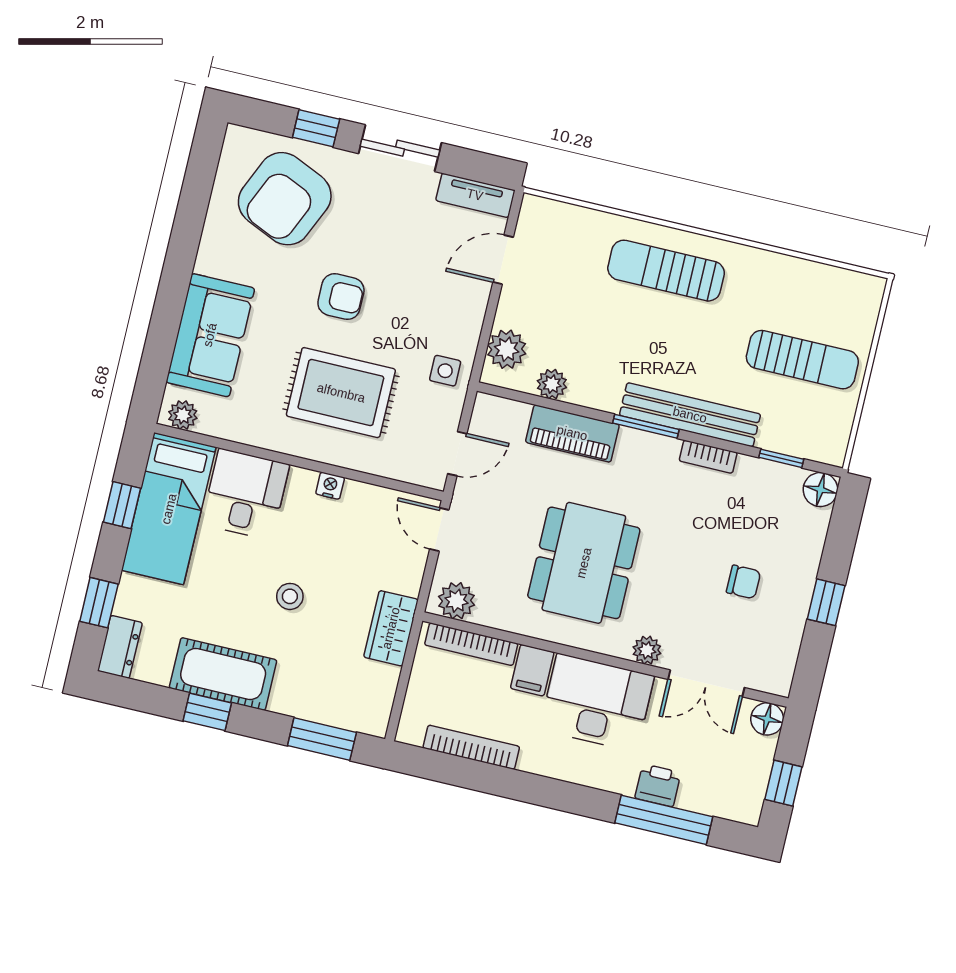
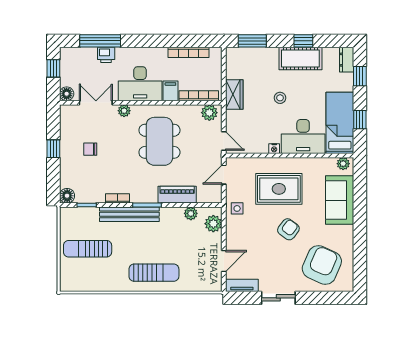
window: (316, 128) -> (316, 298), removed
armchair: (341, 297) -> (288, 229), turned 127
desk: (245, 494) -> (303, 136), width x1.37

